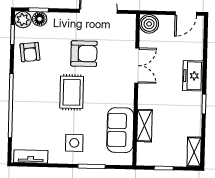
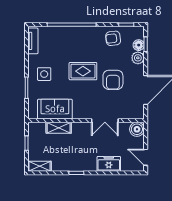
plant: (23, 20) -> (138, 58), moved
freezer: (193, 76) -> (109, 164), moved

